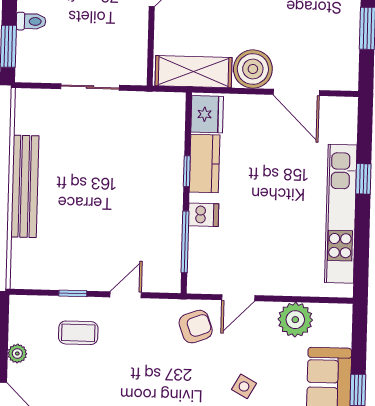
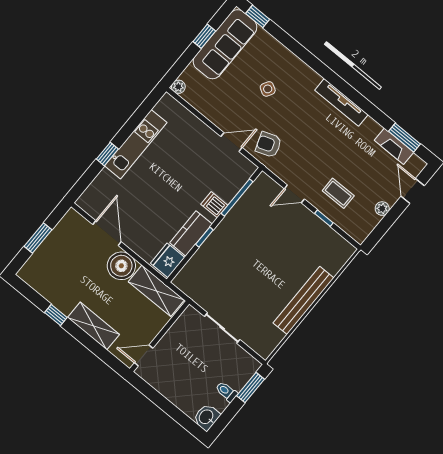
kitchen unit: (341, 214) -> (136, 144), width x0.73
plant: (295, 320) -> (178, 87), moved, width x0.53, depth x0.53

